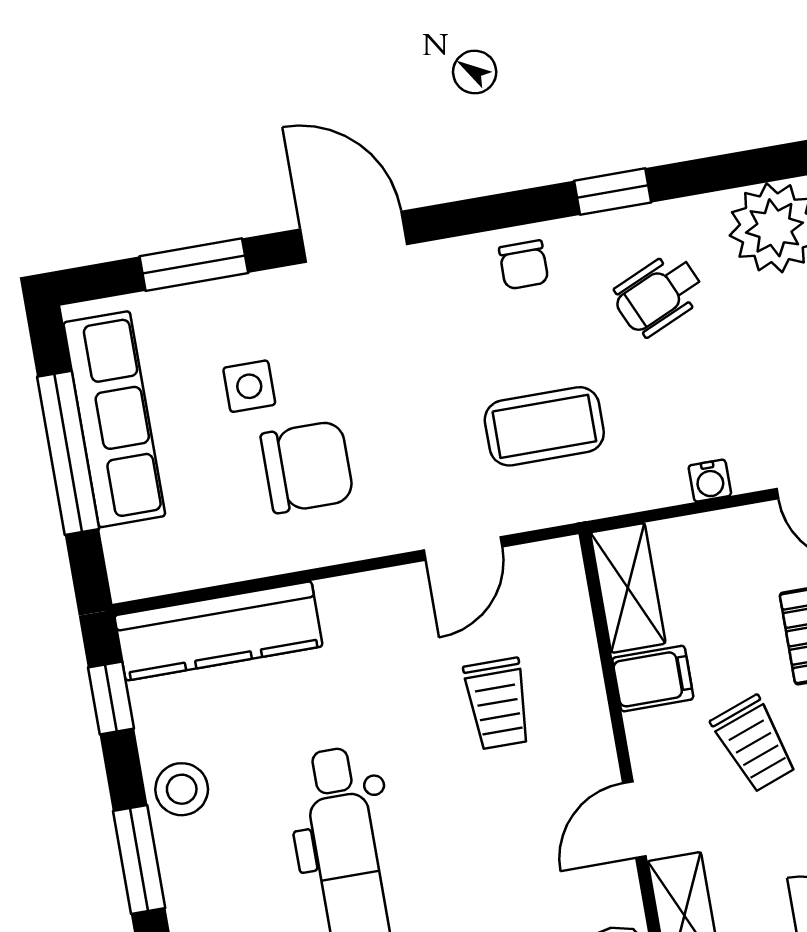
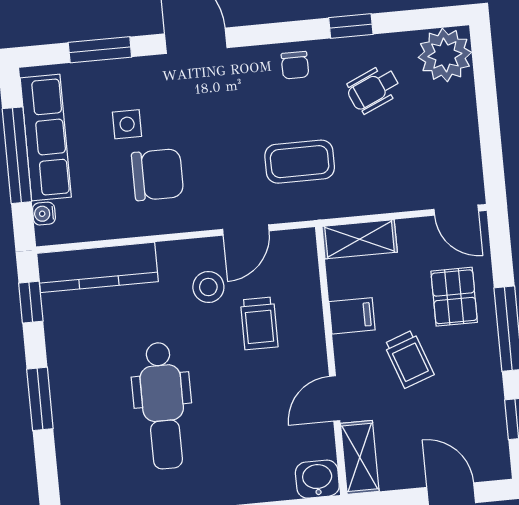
water cooler: (710, 481) -> (44, 214), moved, turned 90
shelving: (628, 588) -> (360, 239), moved, turned 90
stool: (182, 789) -> (208, 287), moved

